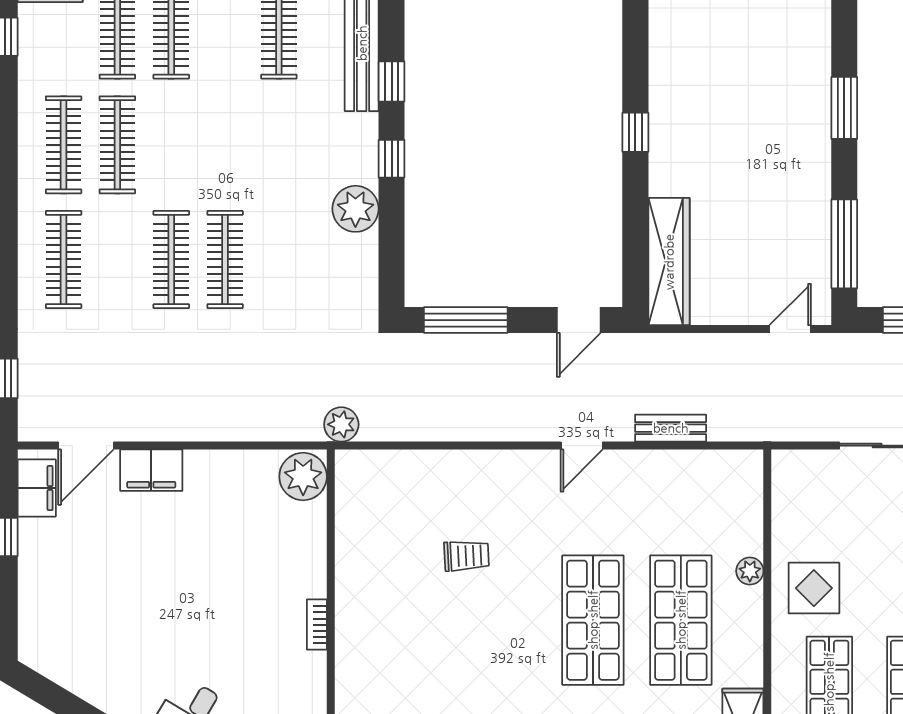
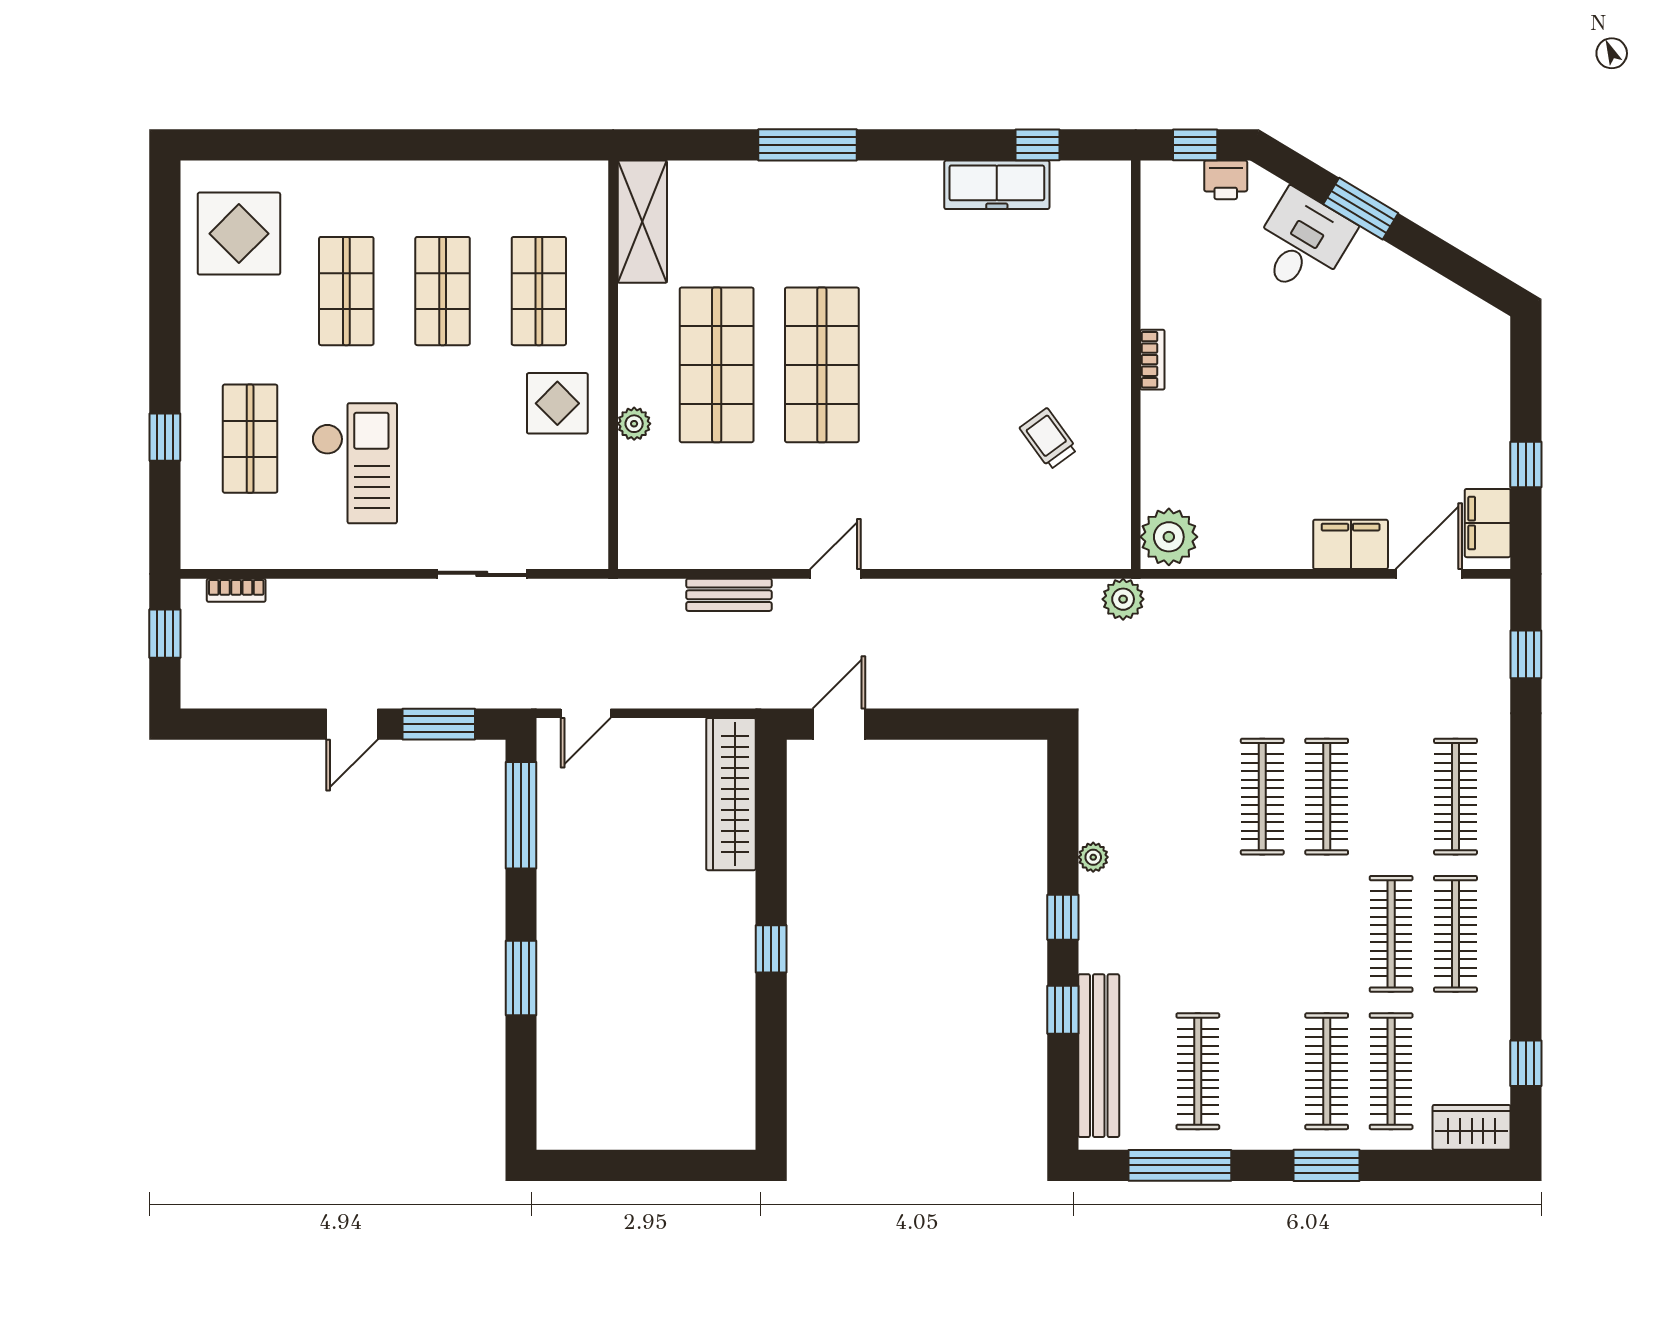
plant: (355, 209) -> (1093, 857), width x0.53, depth x0.53
window: (466, 320) -> (974, 724), removed
trolley: (467, 556) -> (1048, 439), moved, turned 57

